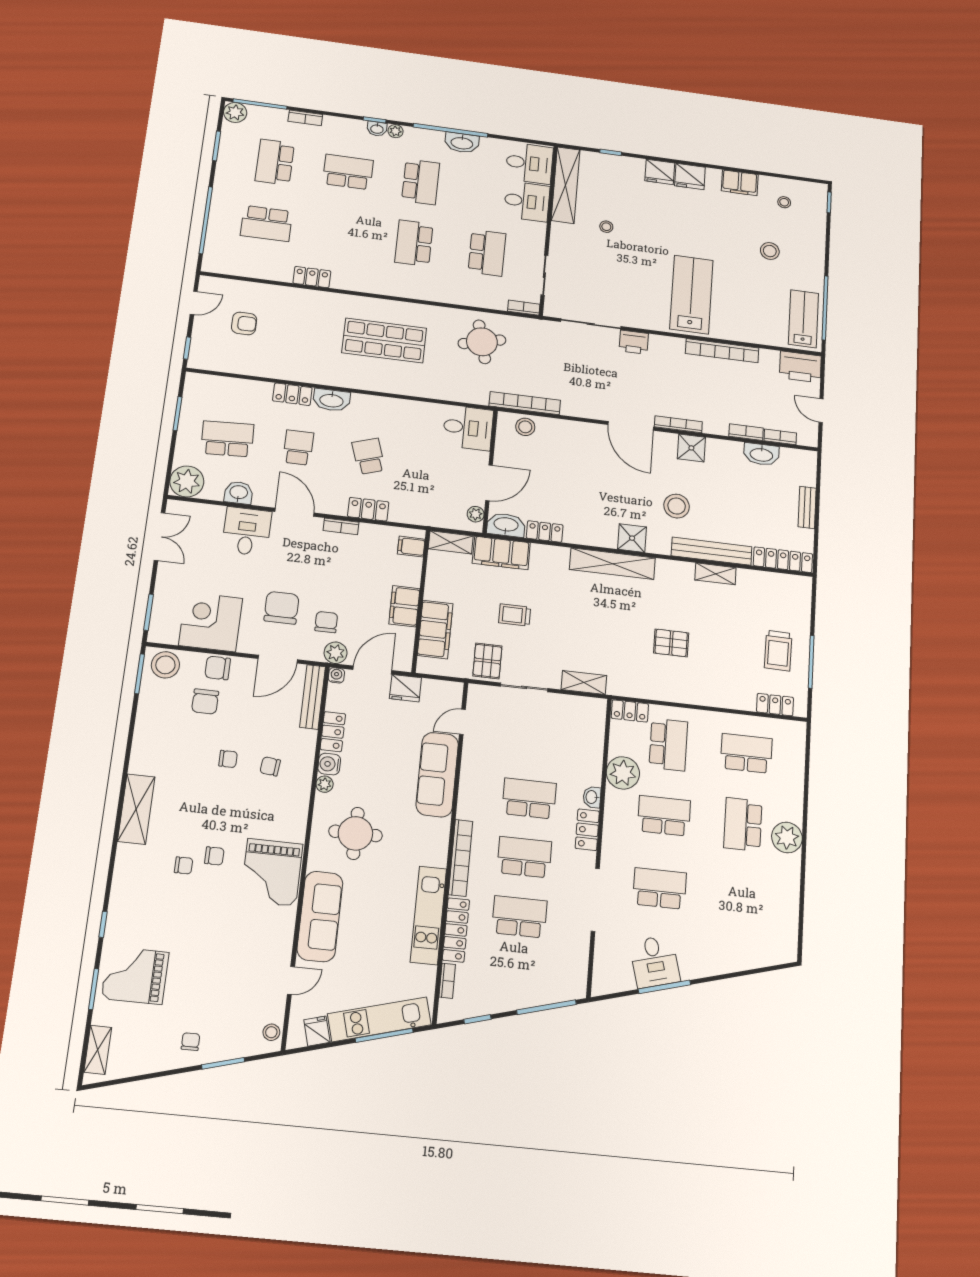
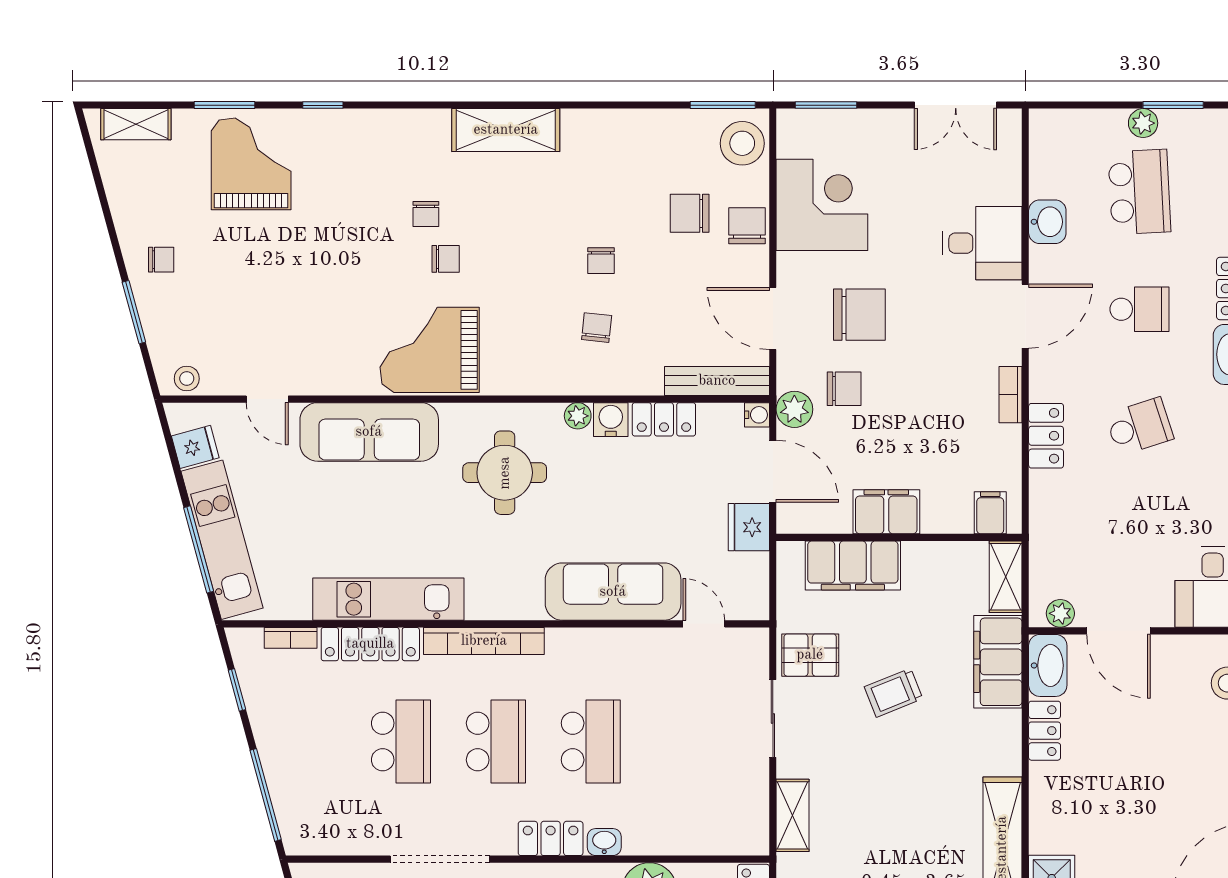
plant: (187, 481) -> (1143, 123), moved, width x0.53, depth x0.53
trolley: (515, 615) -> (894, 693), turned -112
chair: (214, 856) -> (446, 259), turned -90

